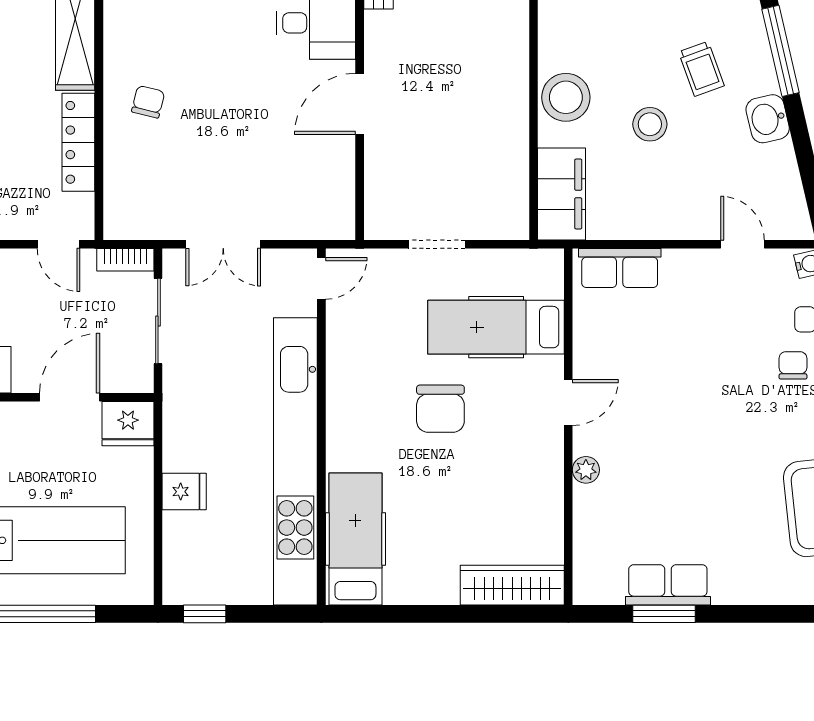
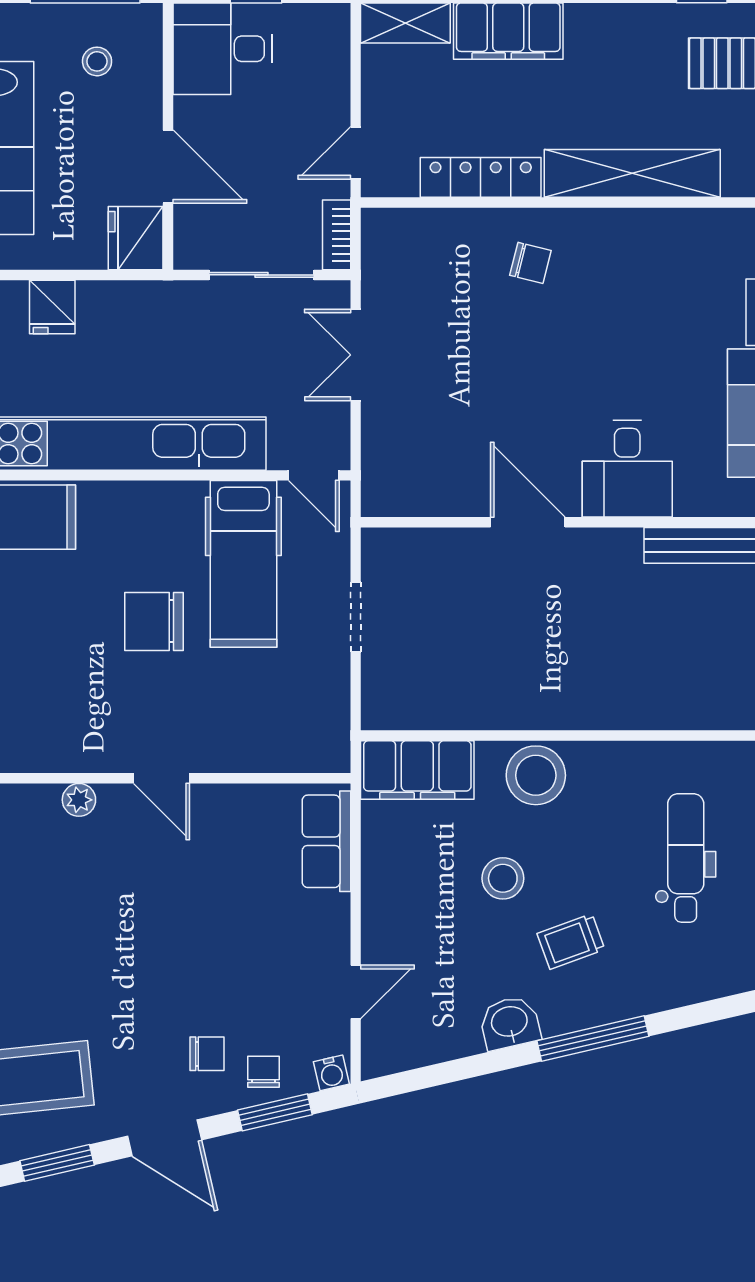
hospital bed: (496, 327) -> (243, 564), moved, turned 180

